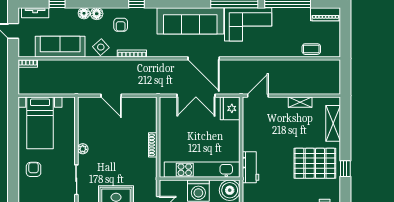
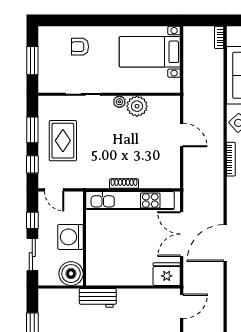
door: (111, 96) -> (182, 135), swing flipped
door: (258, 96) -> (182, 306), hinge flipped
plant: (86, 134) -> (137, 106), added
armchair: (34, 169) -> (80, 47), moved, turned 180
kitchen unit: (202, 170) -> (130, 200), moved, turned 90

